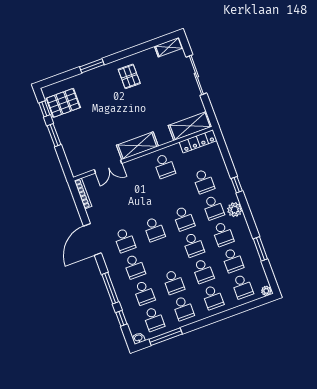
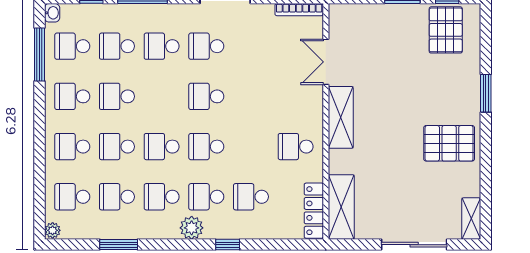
pallet: (129, 76) -> (449, 143), width x1.50, depth x1.42

